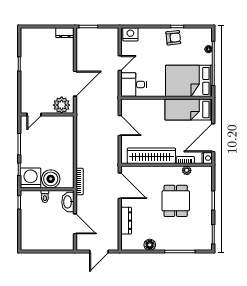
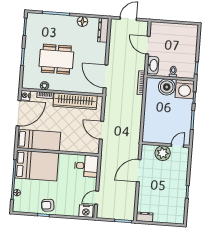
door: (120, 63) -> (97, 198), moved
plant: (62, 105) -> (163, 153), moved
dining table: (176, 201) -> (56, 59), width x1.37
dresser: (126, 221) -> (103, 30), moved

